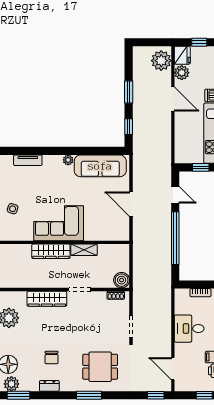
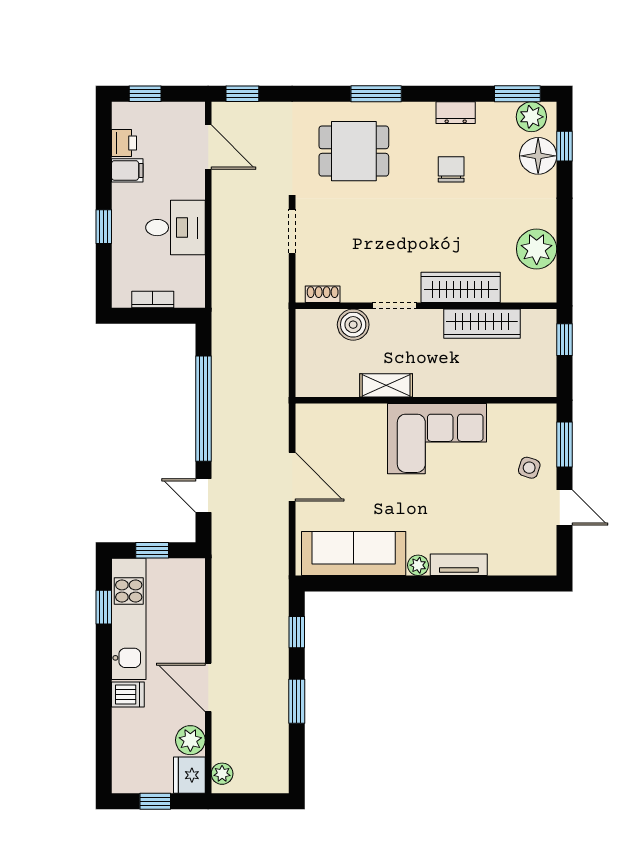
plant: (161, 61) -> (222, 774), width x0.53, depth x0.53
tv unit: (28, 160) -> (459, 565), moved
wardrobe: (51, 251) -> (482, 324), moved, turned 180
boiler: (122, 280) -> (353, 325), moved

